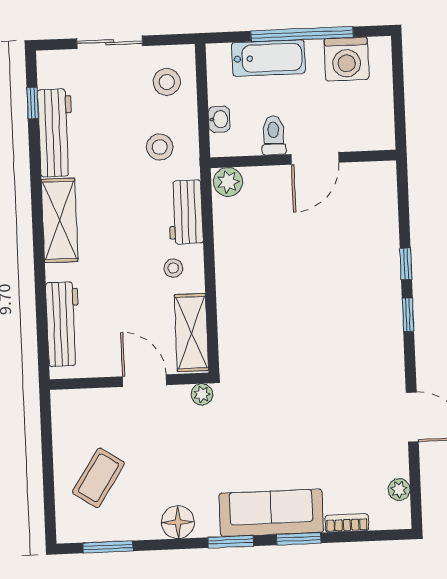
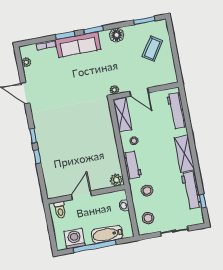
toilet: (274, 135) -> (60, 210), moved

